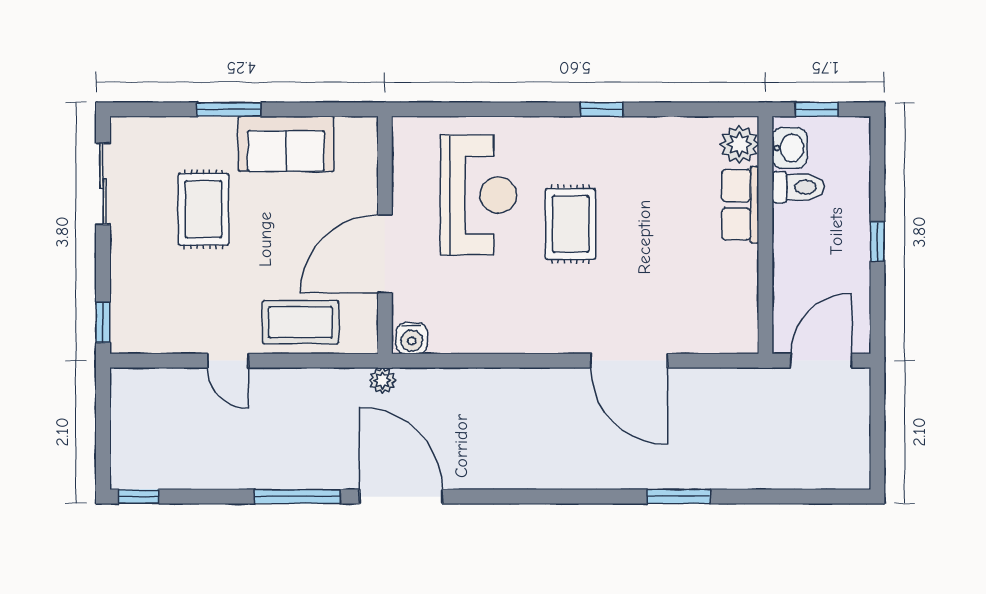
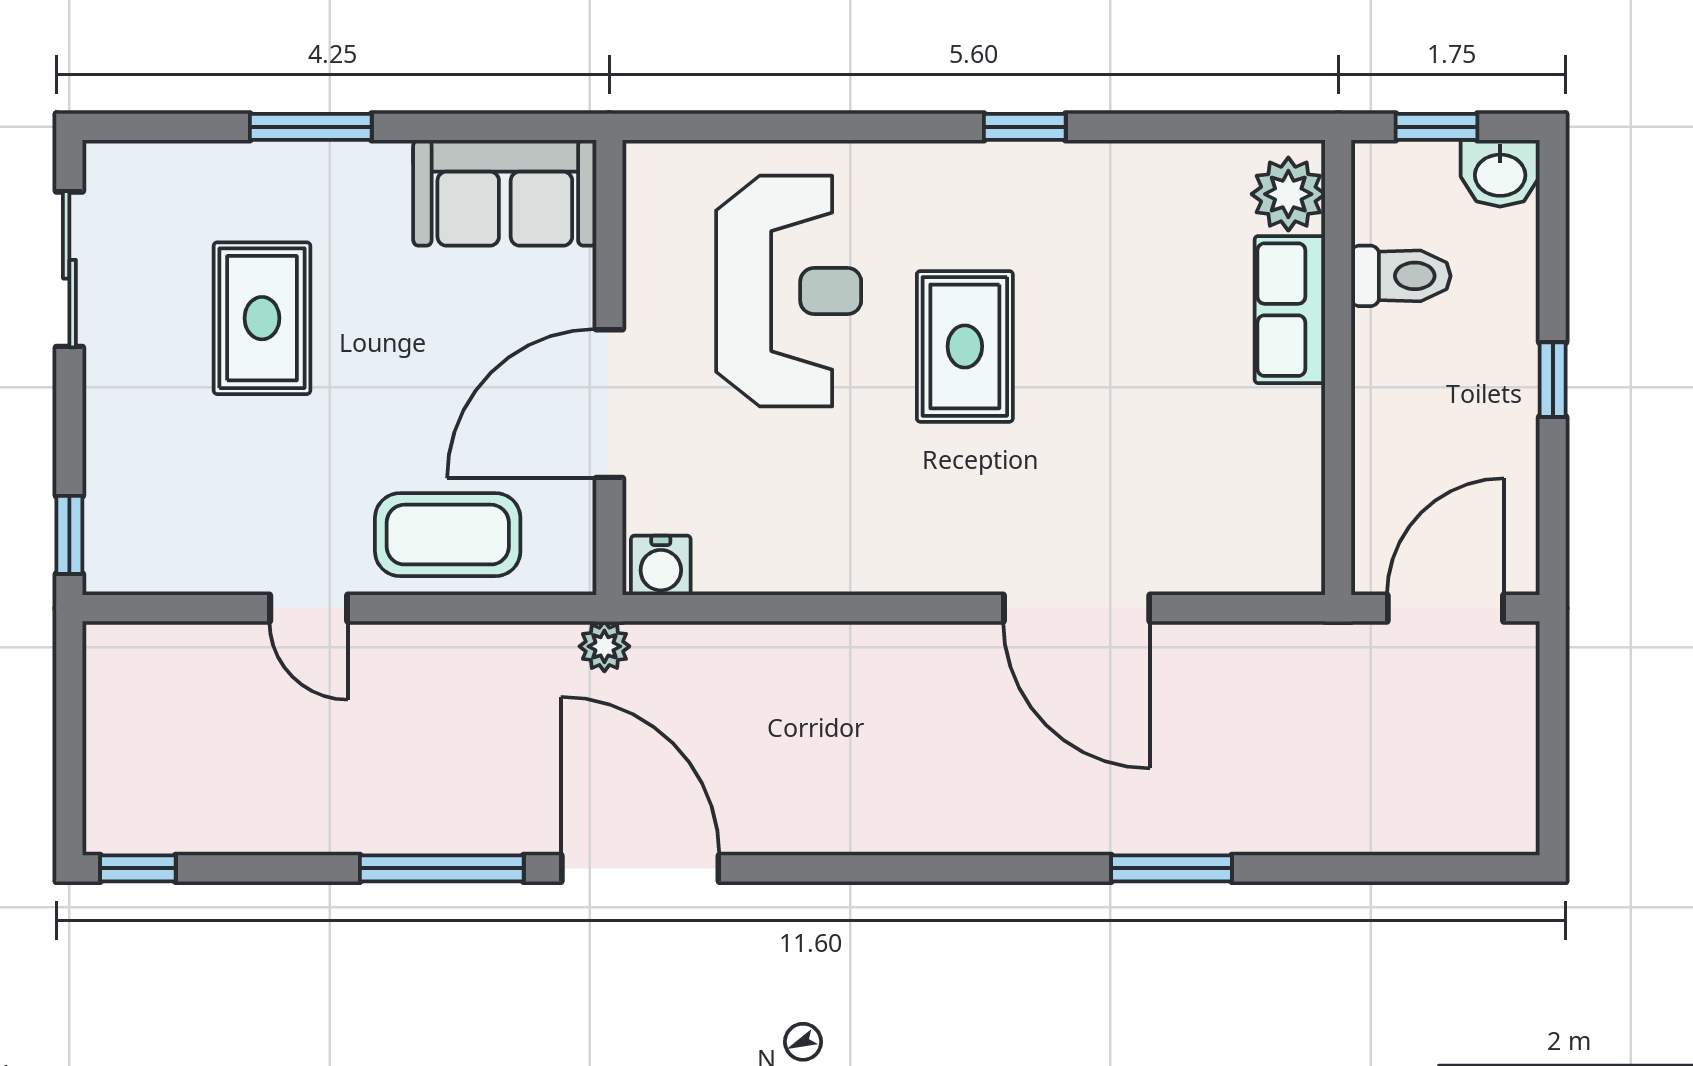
sofa: (286, 144) -> (505, 193), moved
washbasin: (790, 148) -> (1500, 173), moved, turned 90

